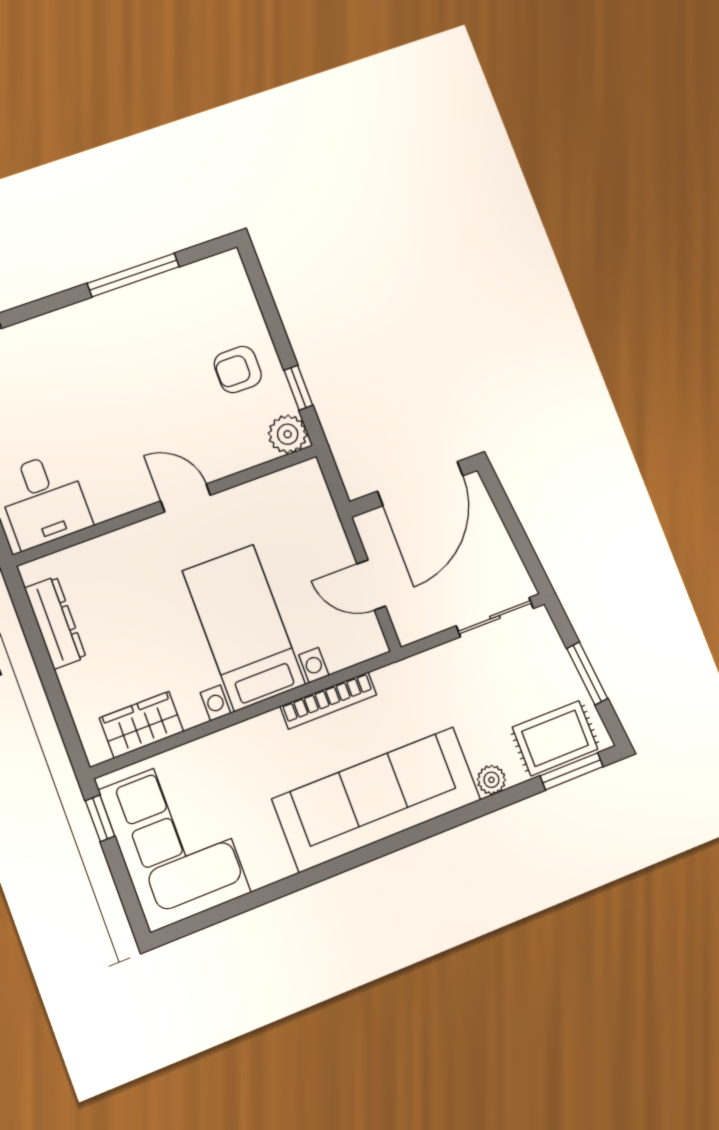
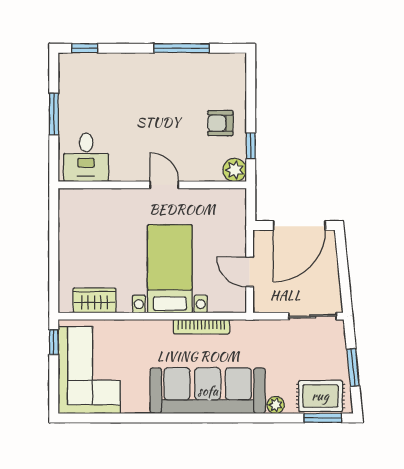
dresser: (55, 623) -> (68, 227), removed

